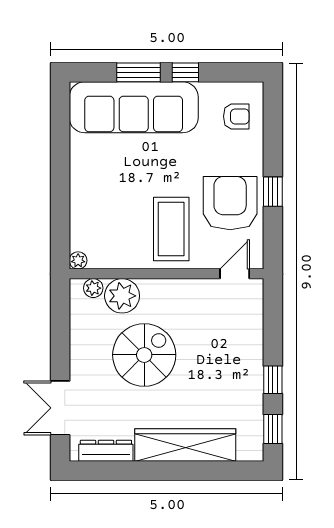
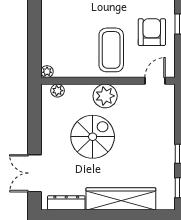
armchair: (230, 203) -> (152, 32), width x0.73, depth x0.73
plant: (122, 296) -> (105, 96), moved

